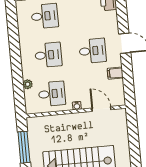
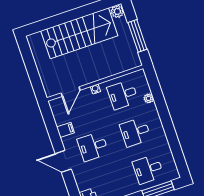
door: (101, 109) -> (71, 92), hinge flipped

